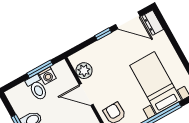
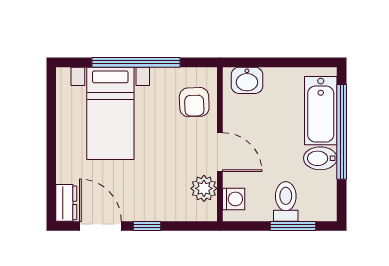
window: (40, 69) -> (293, 226), moved
washing machine: (47, 76) -> (234, 199), moved, turned 90

